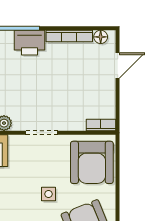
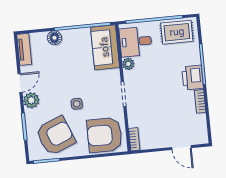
bookcase: (69, 36) -> (200, 101), width x0.64
floor lamp: (101, 37) -> (202, 132), removed

